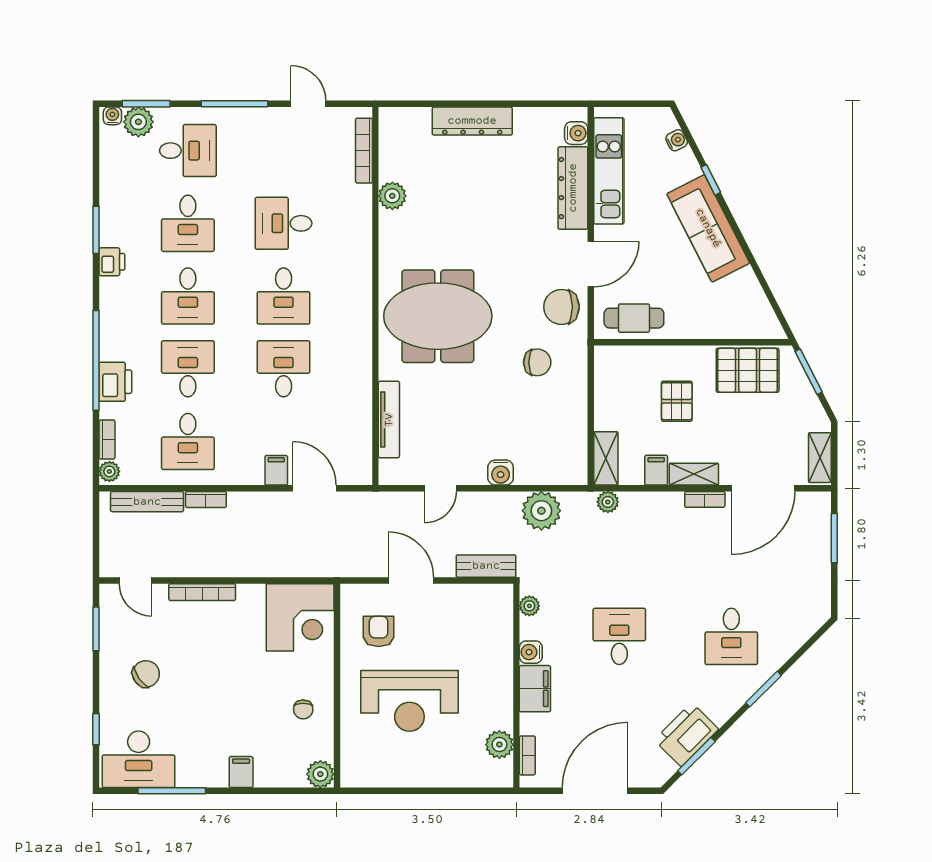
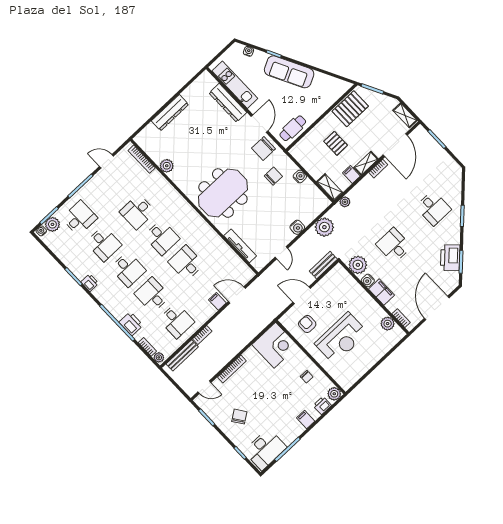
water cooler: (576, 133) -> (300, 177), moved
plant: (529, 606) -> (358, 265), width x1.88, depth x1.88
printer: (286, 775) -> (322, 405), added

